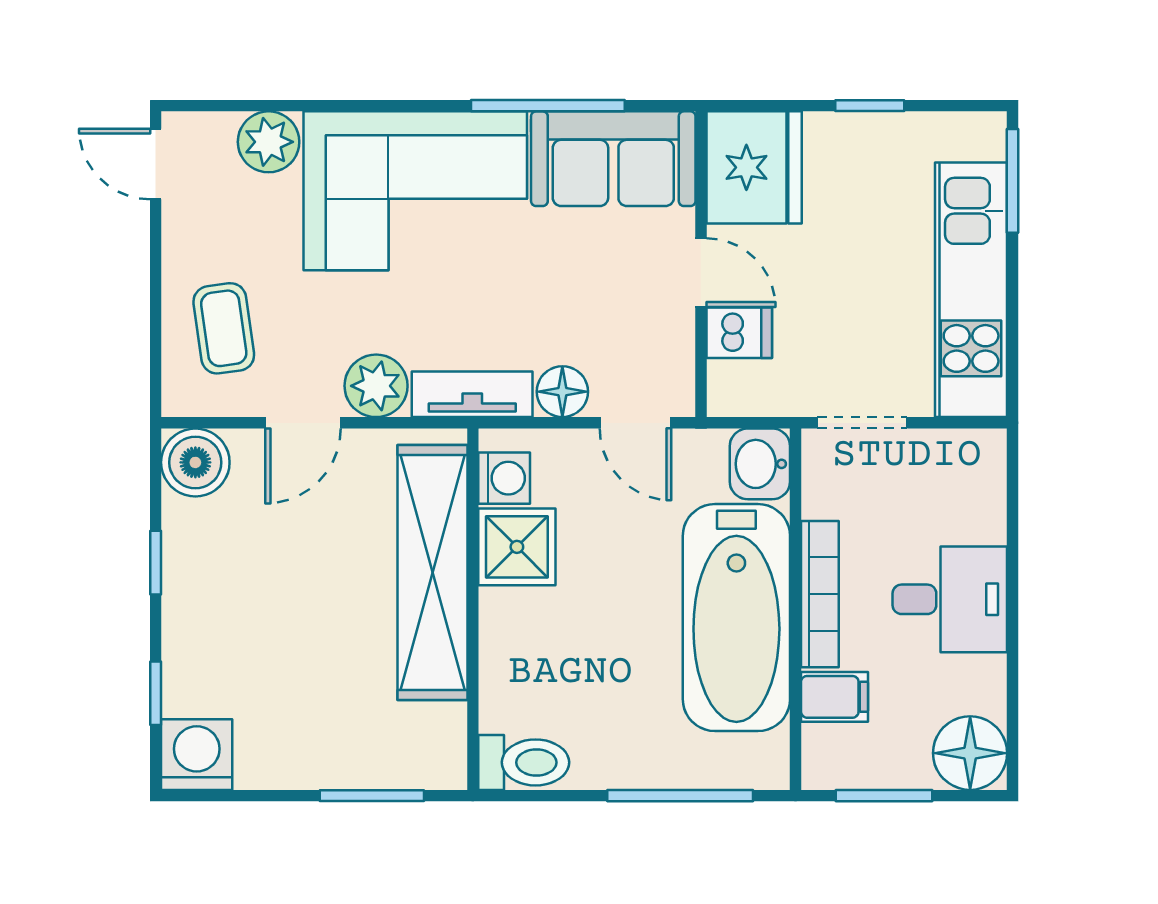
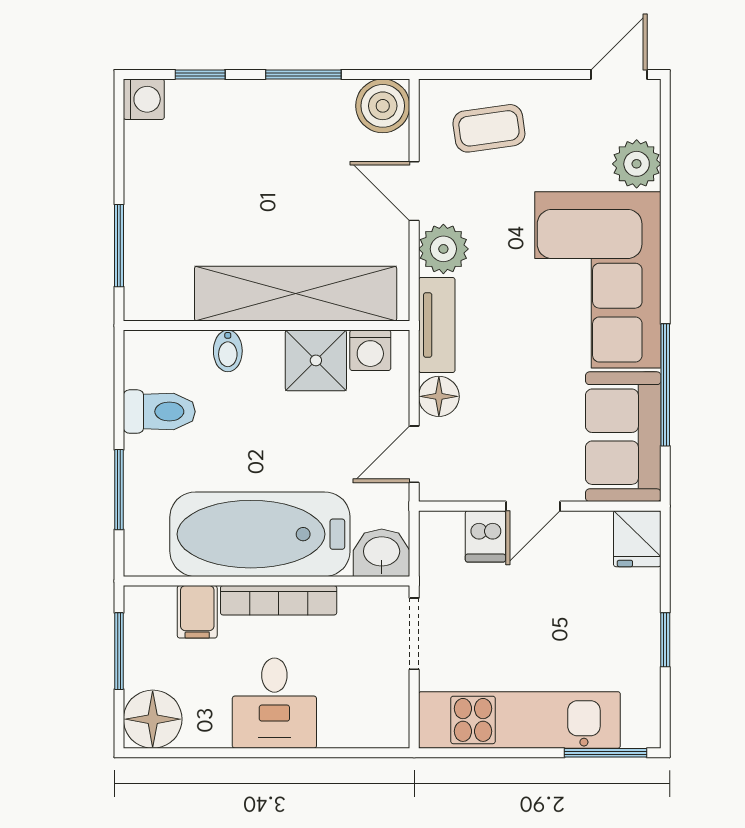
fridge: (754, 167) -> (637, 539), width x0.53, depth x0.75
window: (156, 563) -> (303, 74), width x1.50
bidet: (505, 658) -> (228, 351), added
washing machine: (197, 755) -> (144, 99), width x0.73, depth x0.73
toilet: (524, 762) -> (159, 412), moved, turned -90
window: (680, 796) -> (119, 490), width x0.69

